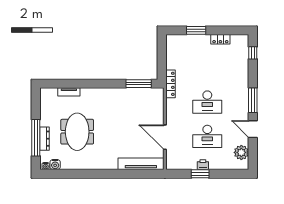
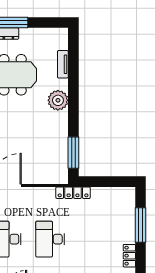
window: (196, 30) -> (141, 225), width x1.44
plant: (97, 96) -> (58, 100), added

